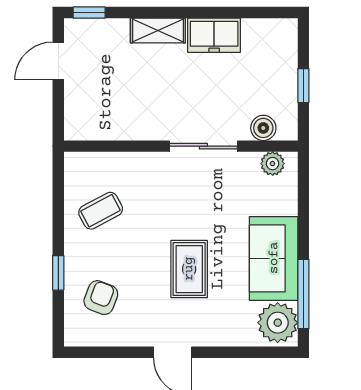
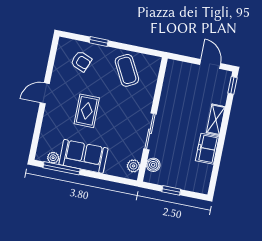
coffee table: (101, 211) -> (127, 70), width x1.36, depth x1.30
rug: (189, 269) -> (87, 111), turned 90
plant: (278, 323) -> (53, 158), width x0.53, depth x0.53

